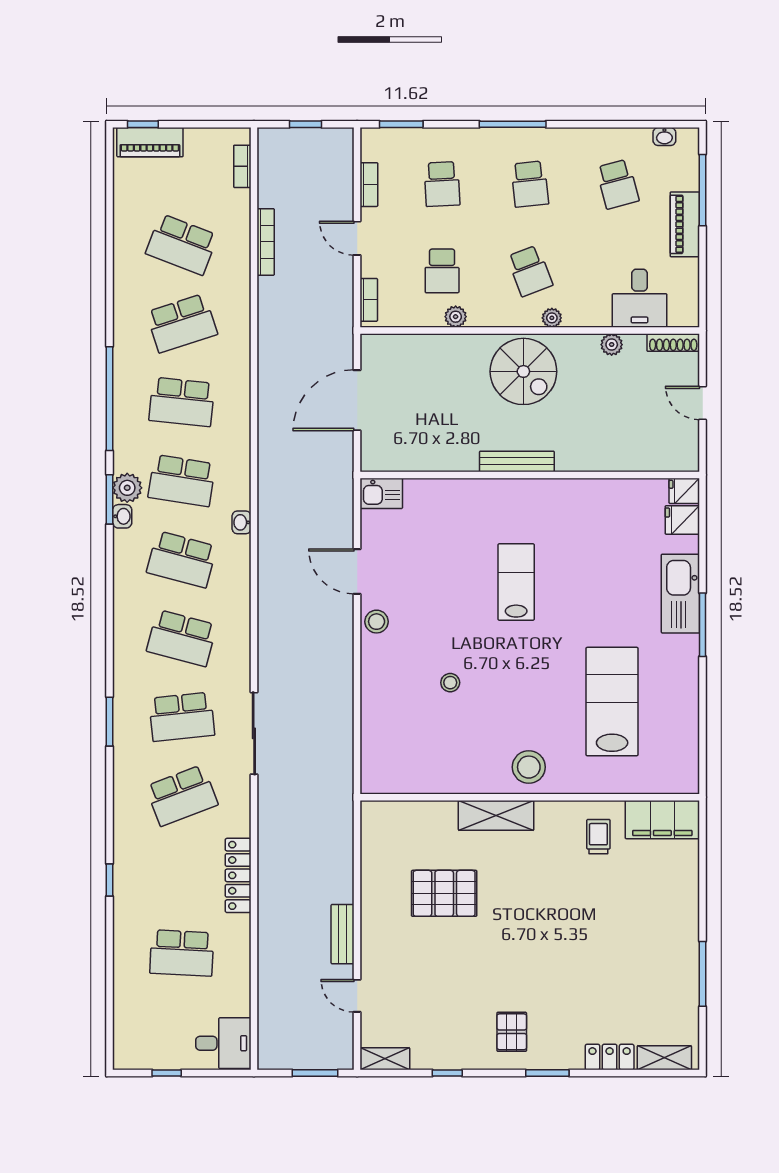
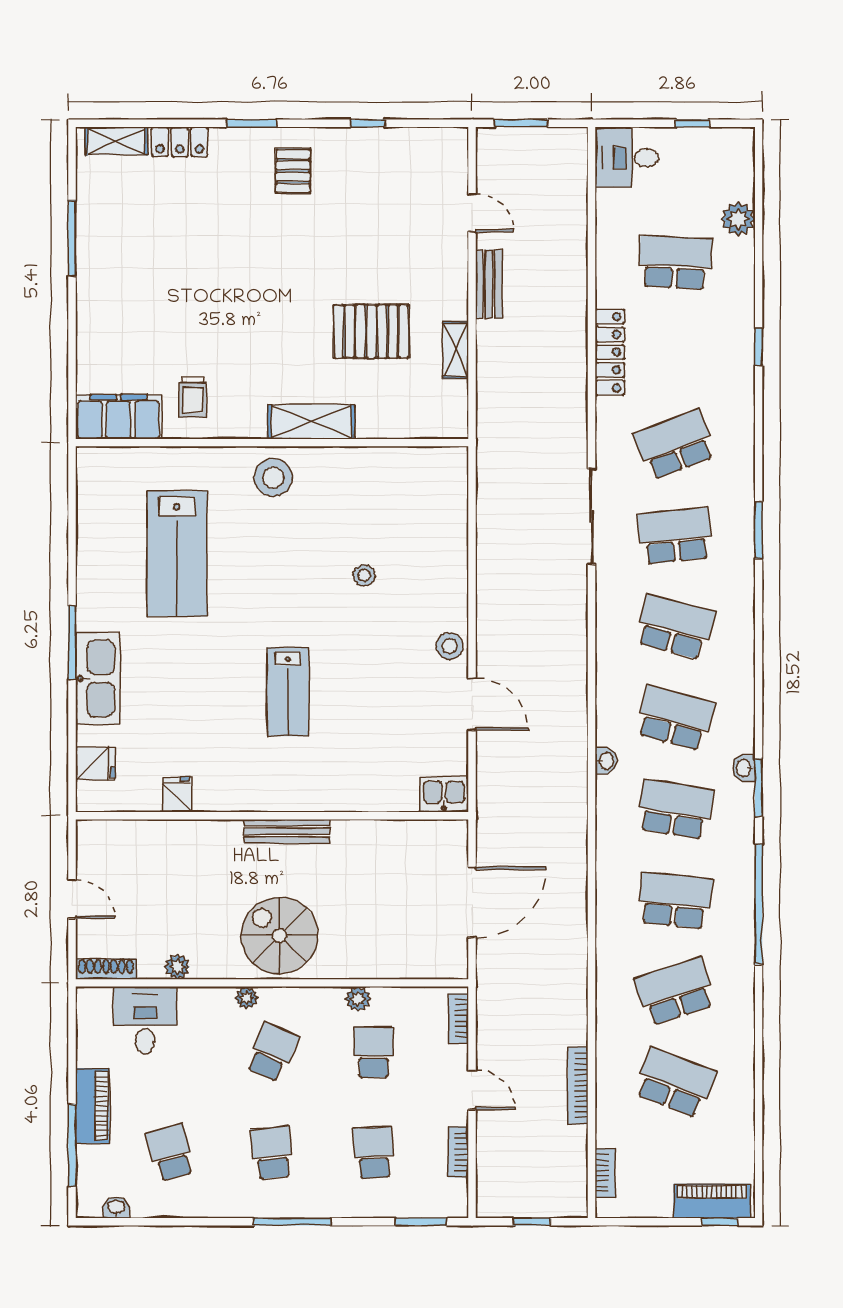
school desk: (530, 271) -> (272, 1052), turned 45
plant: (127, 488) -> (738, 219), moved
fridge: (684, 491) -> (177, 795), moved, turned -90
shelving: (385, 1059) -> (456, 350), moved, turned 90

